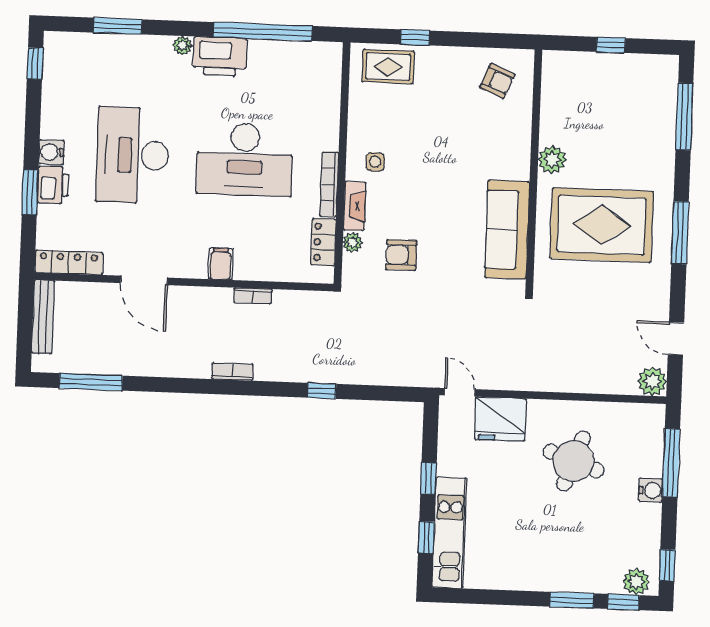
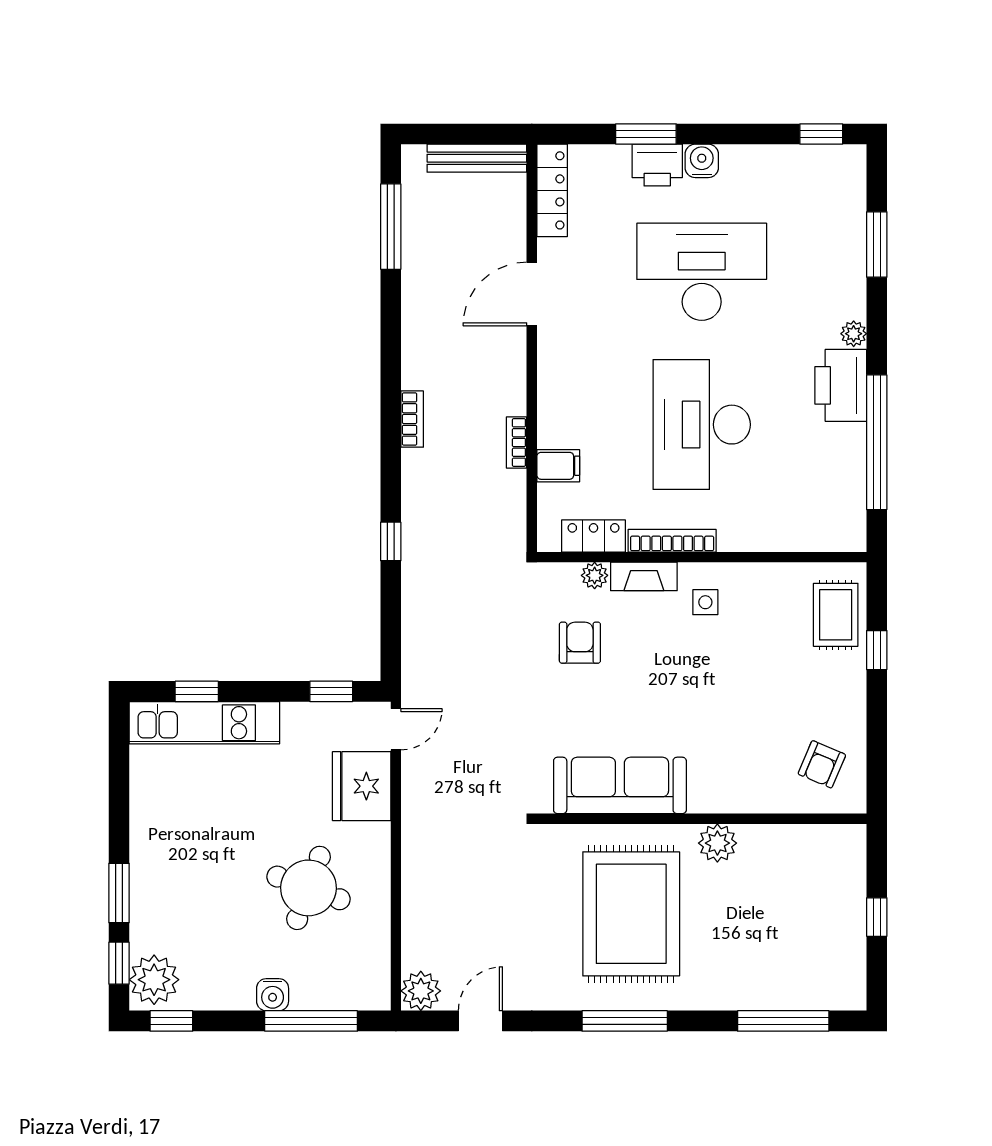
filing cabinet: (221, 264) -> (558, 466), moved
window: (428, 478) -> (331, 691), moved
plant: (636, 582) -> (154, 980), width x1.36, depth x1.36

